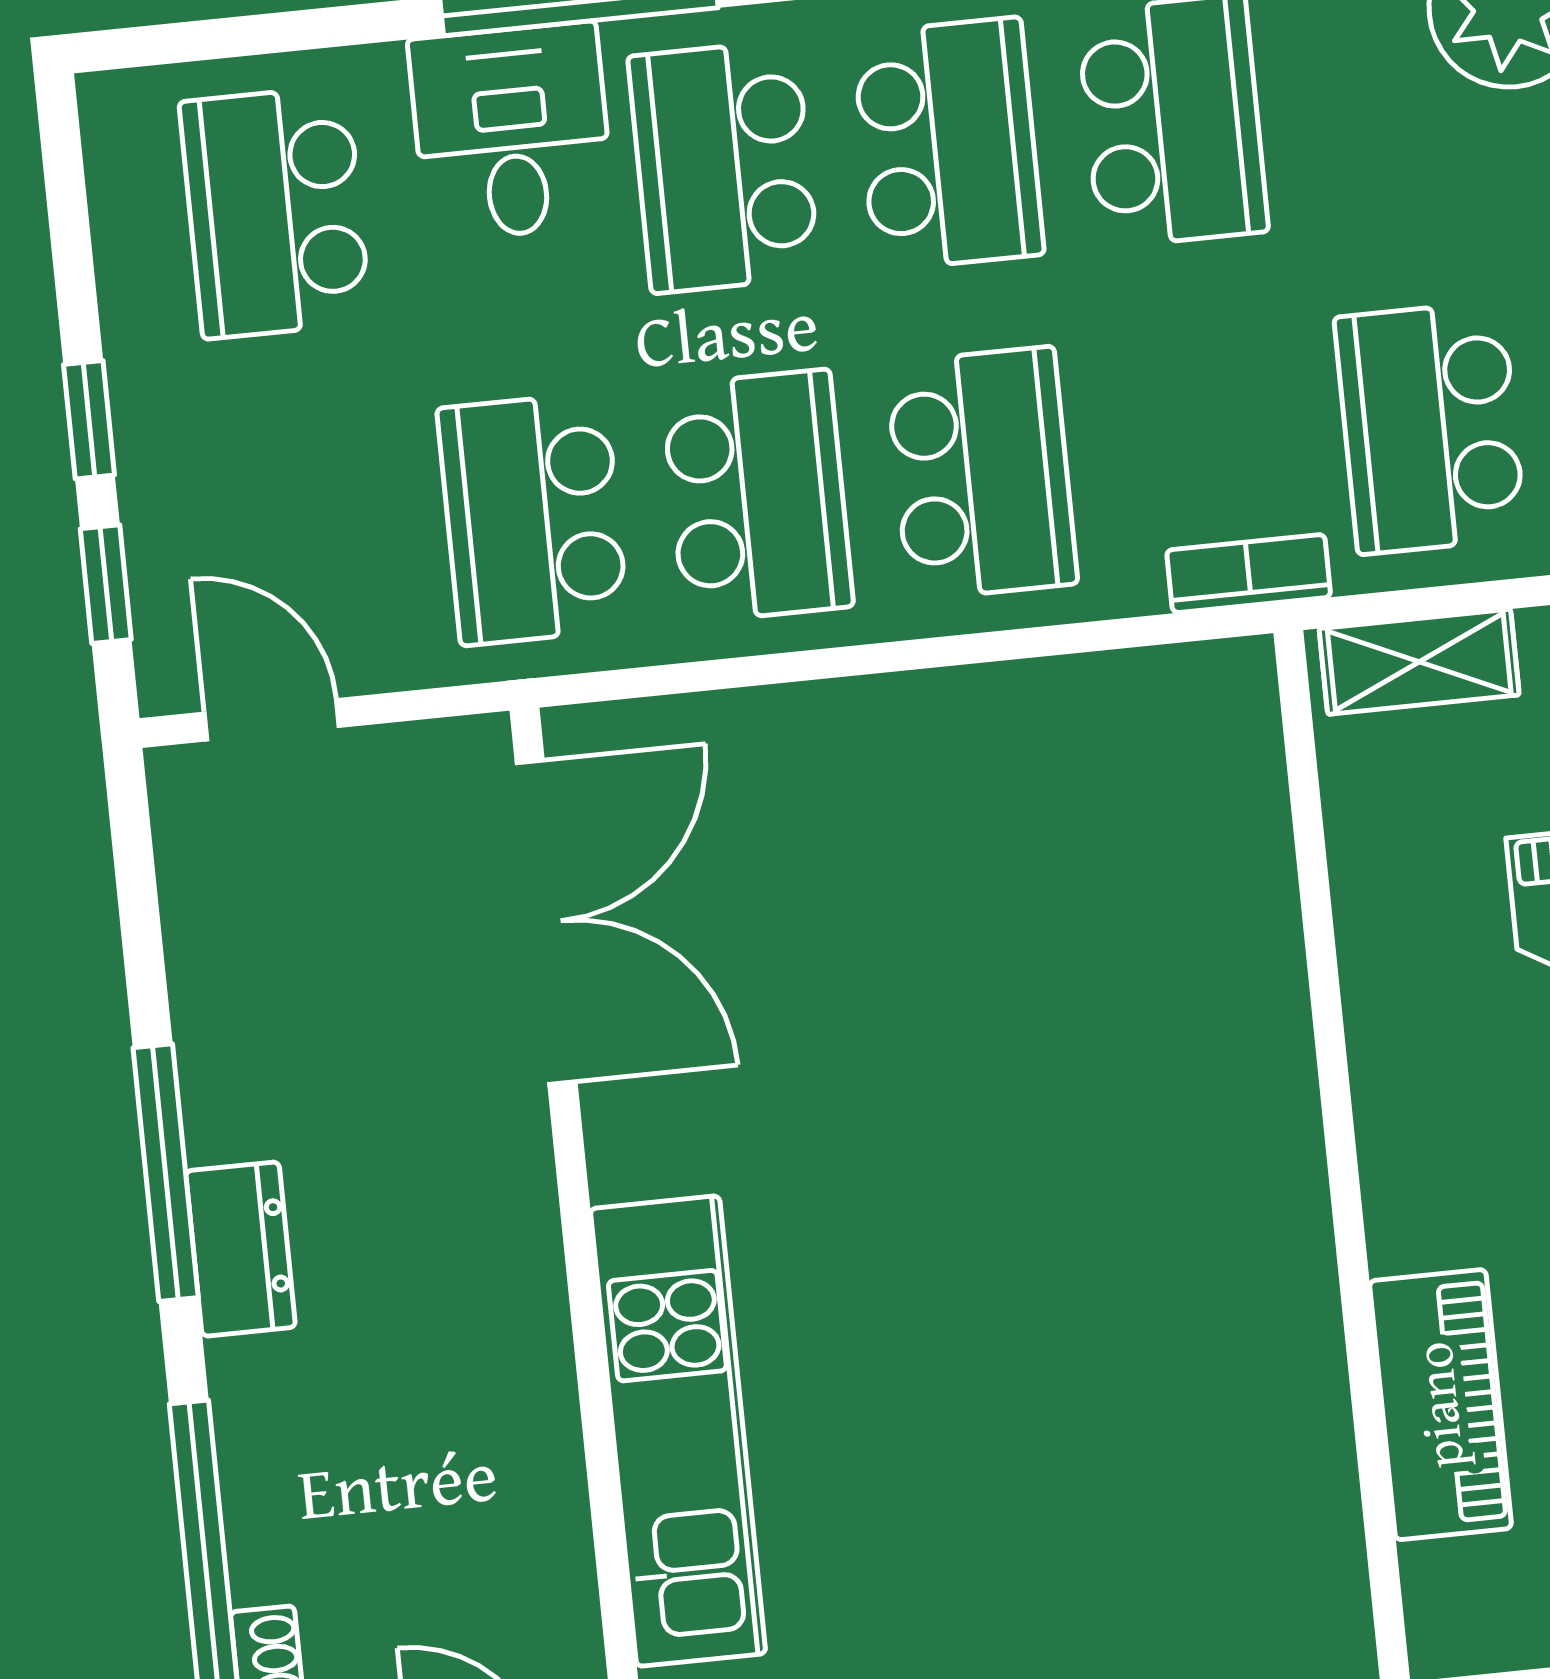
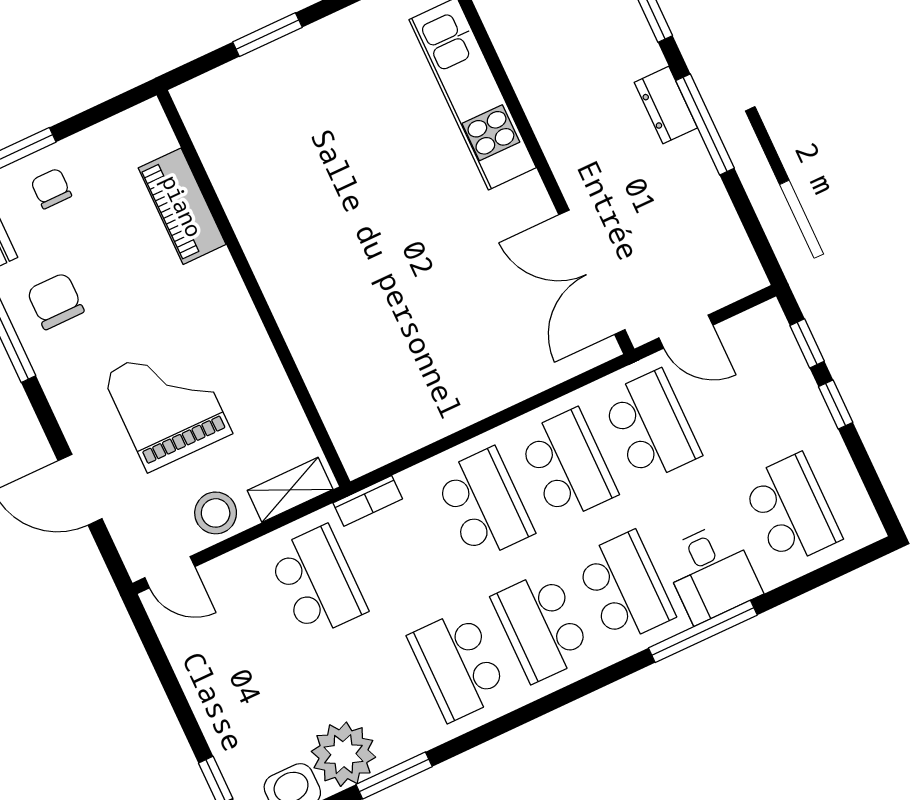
school desk: (982, 473) -> (484, 504), turned 180
school desk: (757, 496) -> (568, 465), turned 180
door: (272, 720) -> (686, 332), moved

